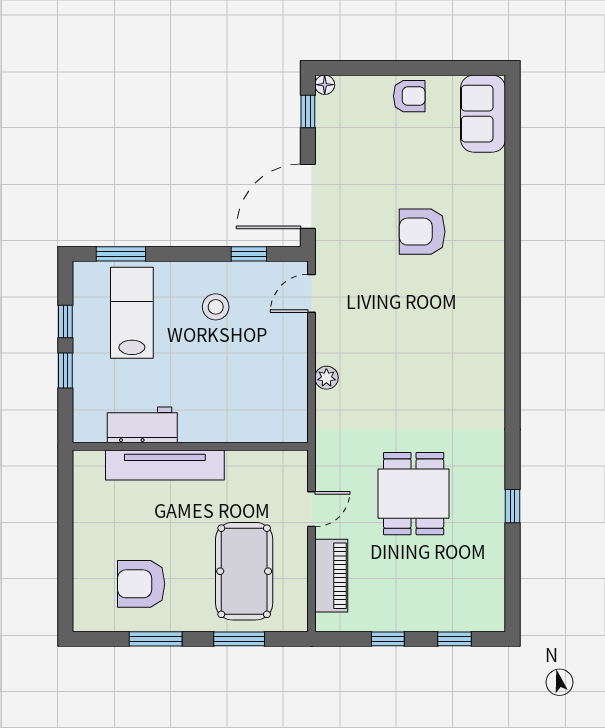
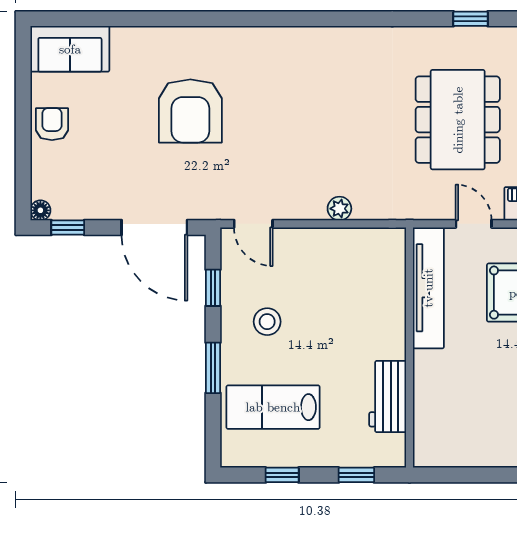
armchair: (422, 232) -> (190, 111), width x1.36, depth x1.36
window: (121, 254) -> (213, 368), moved
window: (65, 370) -> (356, 475), moved
tv unit: (165, 465) -> (428, 288), moved
dining table: (414, 494) -> (458, 120), width x1.38

